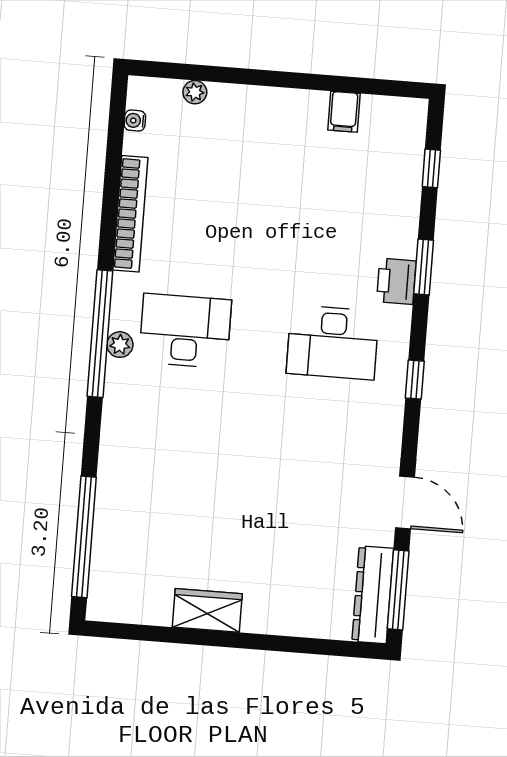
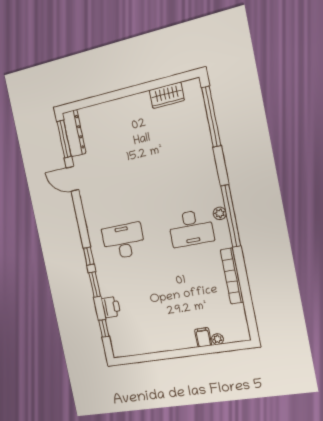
filing cabinet: (344, 112) -> (203, 337), moved
water cooler: (135, 121) -> (242, 320), removed
printer: (396, 281) -> (111, 307), moved
window: (415, 380) -> (89, 256), moved
wardrobe: (207, 610) -> (167, 95), moved

